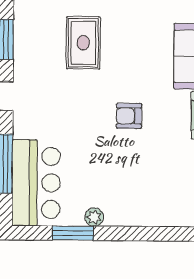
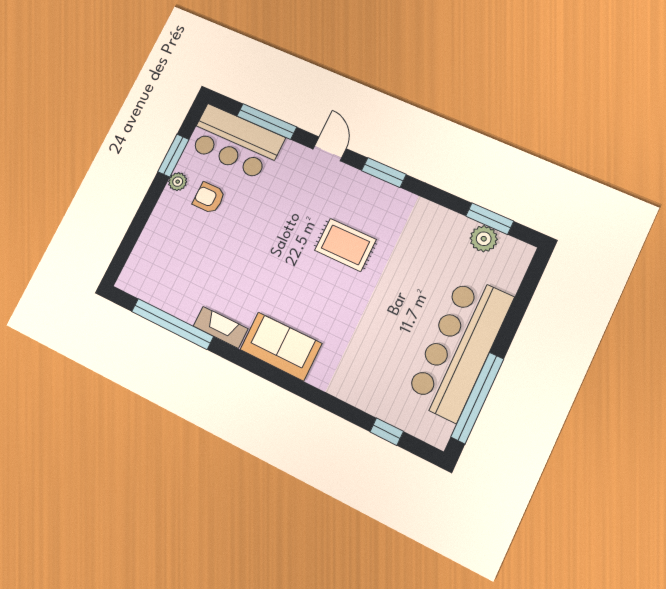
armchair: (129, 116) -> (209, 198), moved, turned -90

